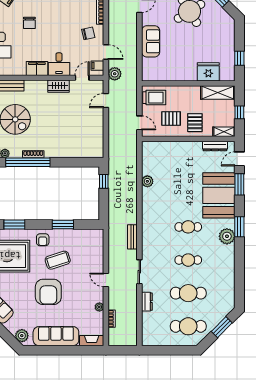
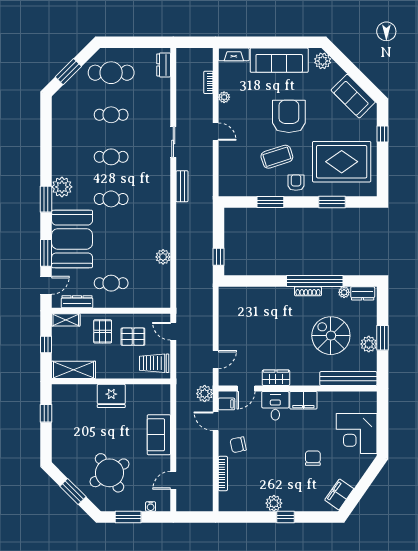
fridge: (208, 72) -> (111, 396), moved
cafe table: (188, 161) -> (111, 283), added
cafe table: (188, 293) -> (111, 115), width x0.73, depth x0.74
dresser: (147, 302) -> (164, 65), moved

